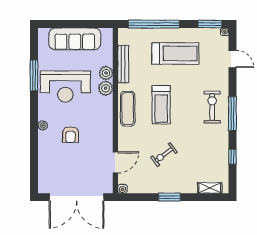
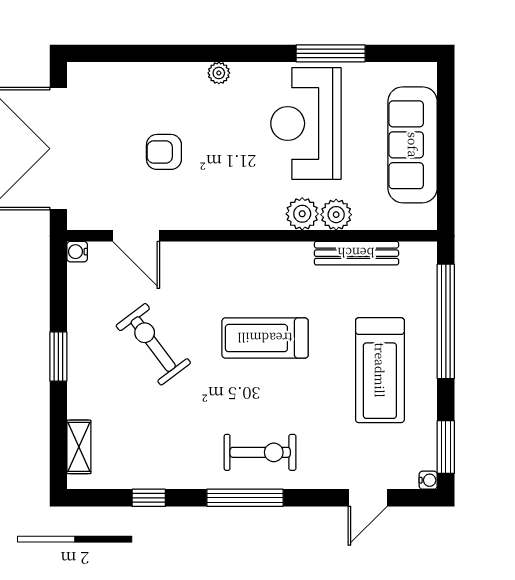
exercise mat: (128, 109) -> (256, 263), removed
armchair: (71, 135) -> (164, 152), moved
exercise bike: (164, 155) -> (153, 344), width x1.38, depth x1.39

